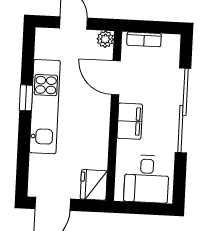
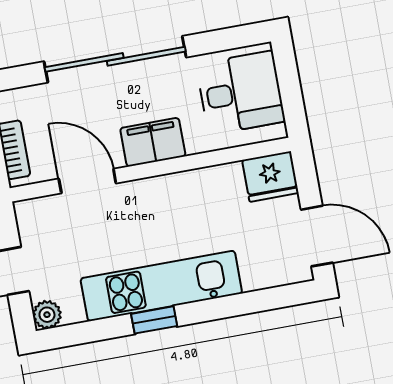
plant: (105, 39) -> (47, 315), moved
door: (116, 78) -> (87, 181), swing flipped

